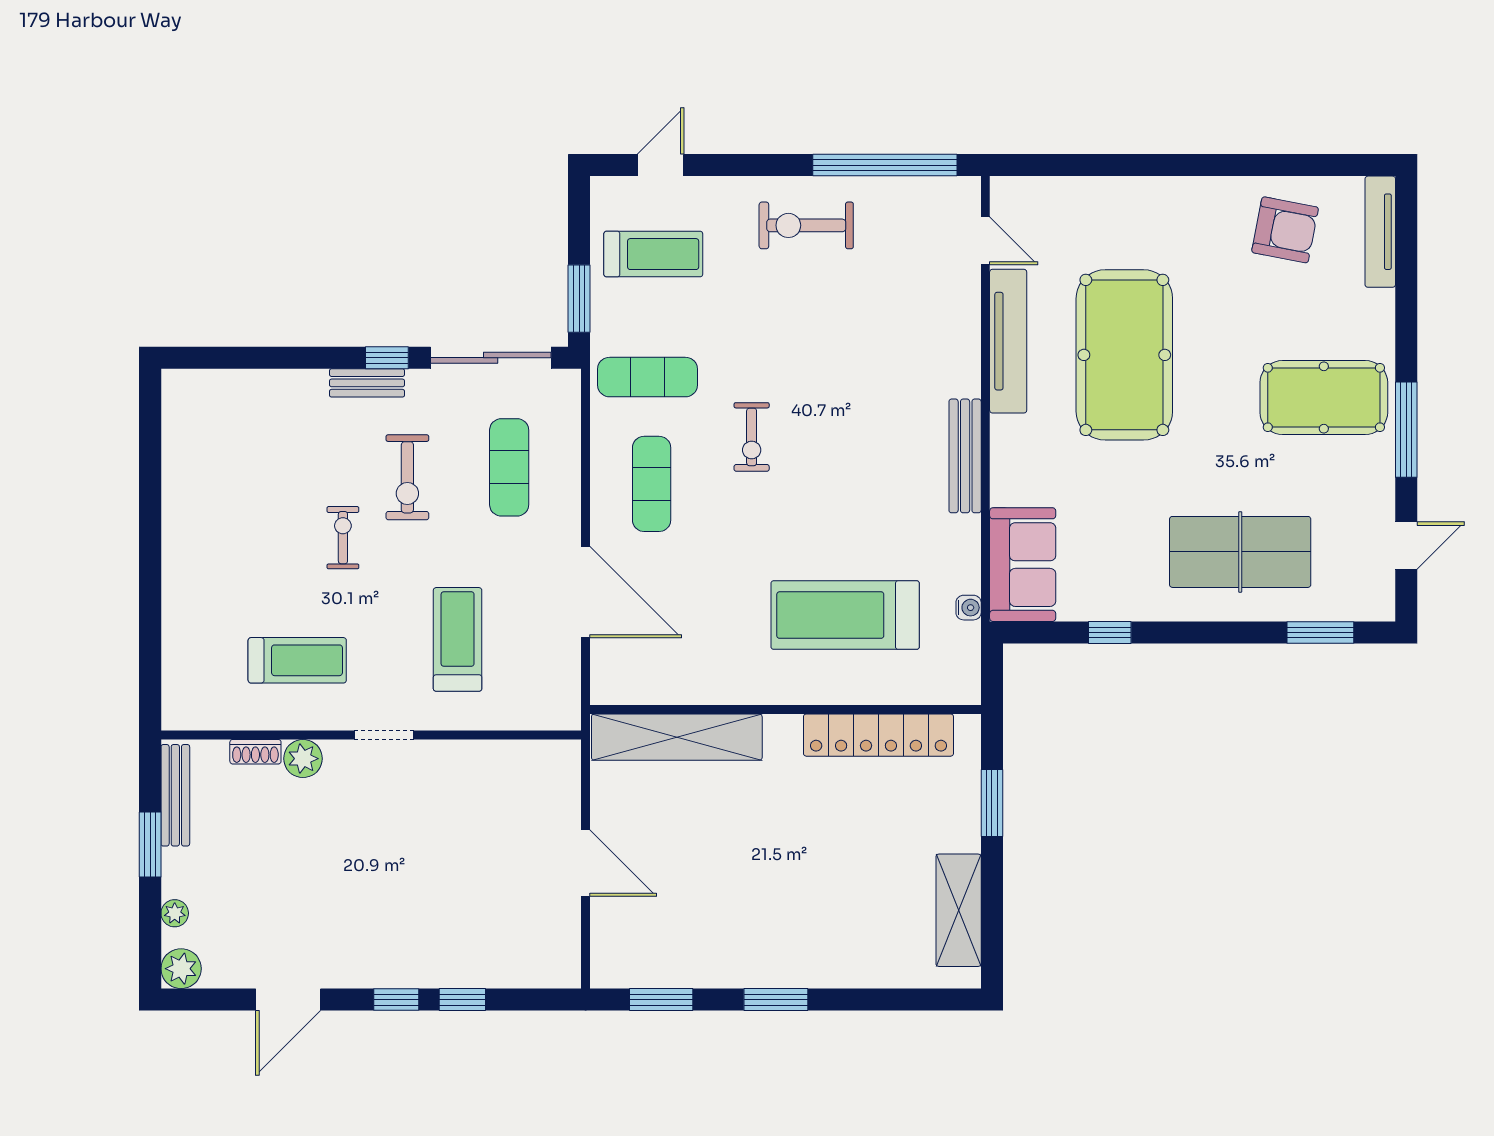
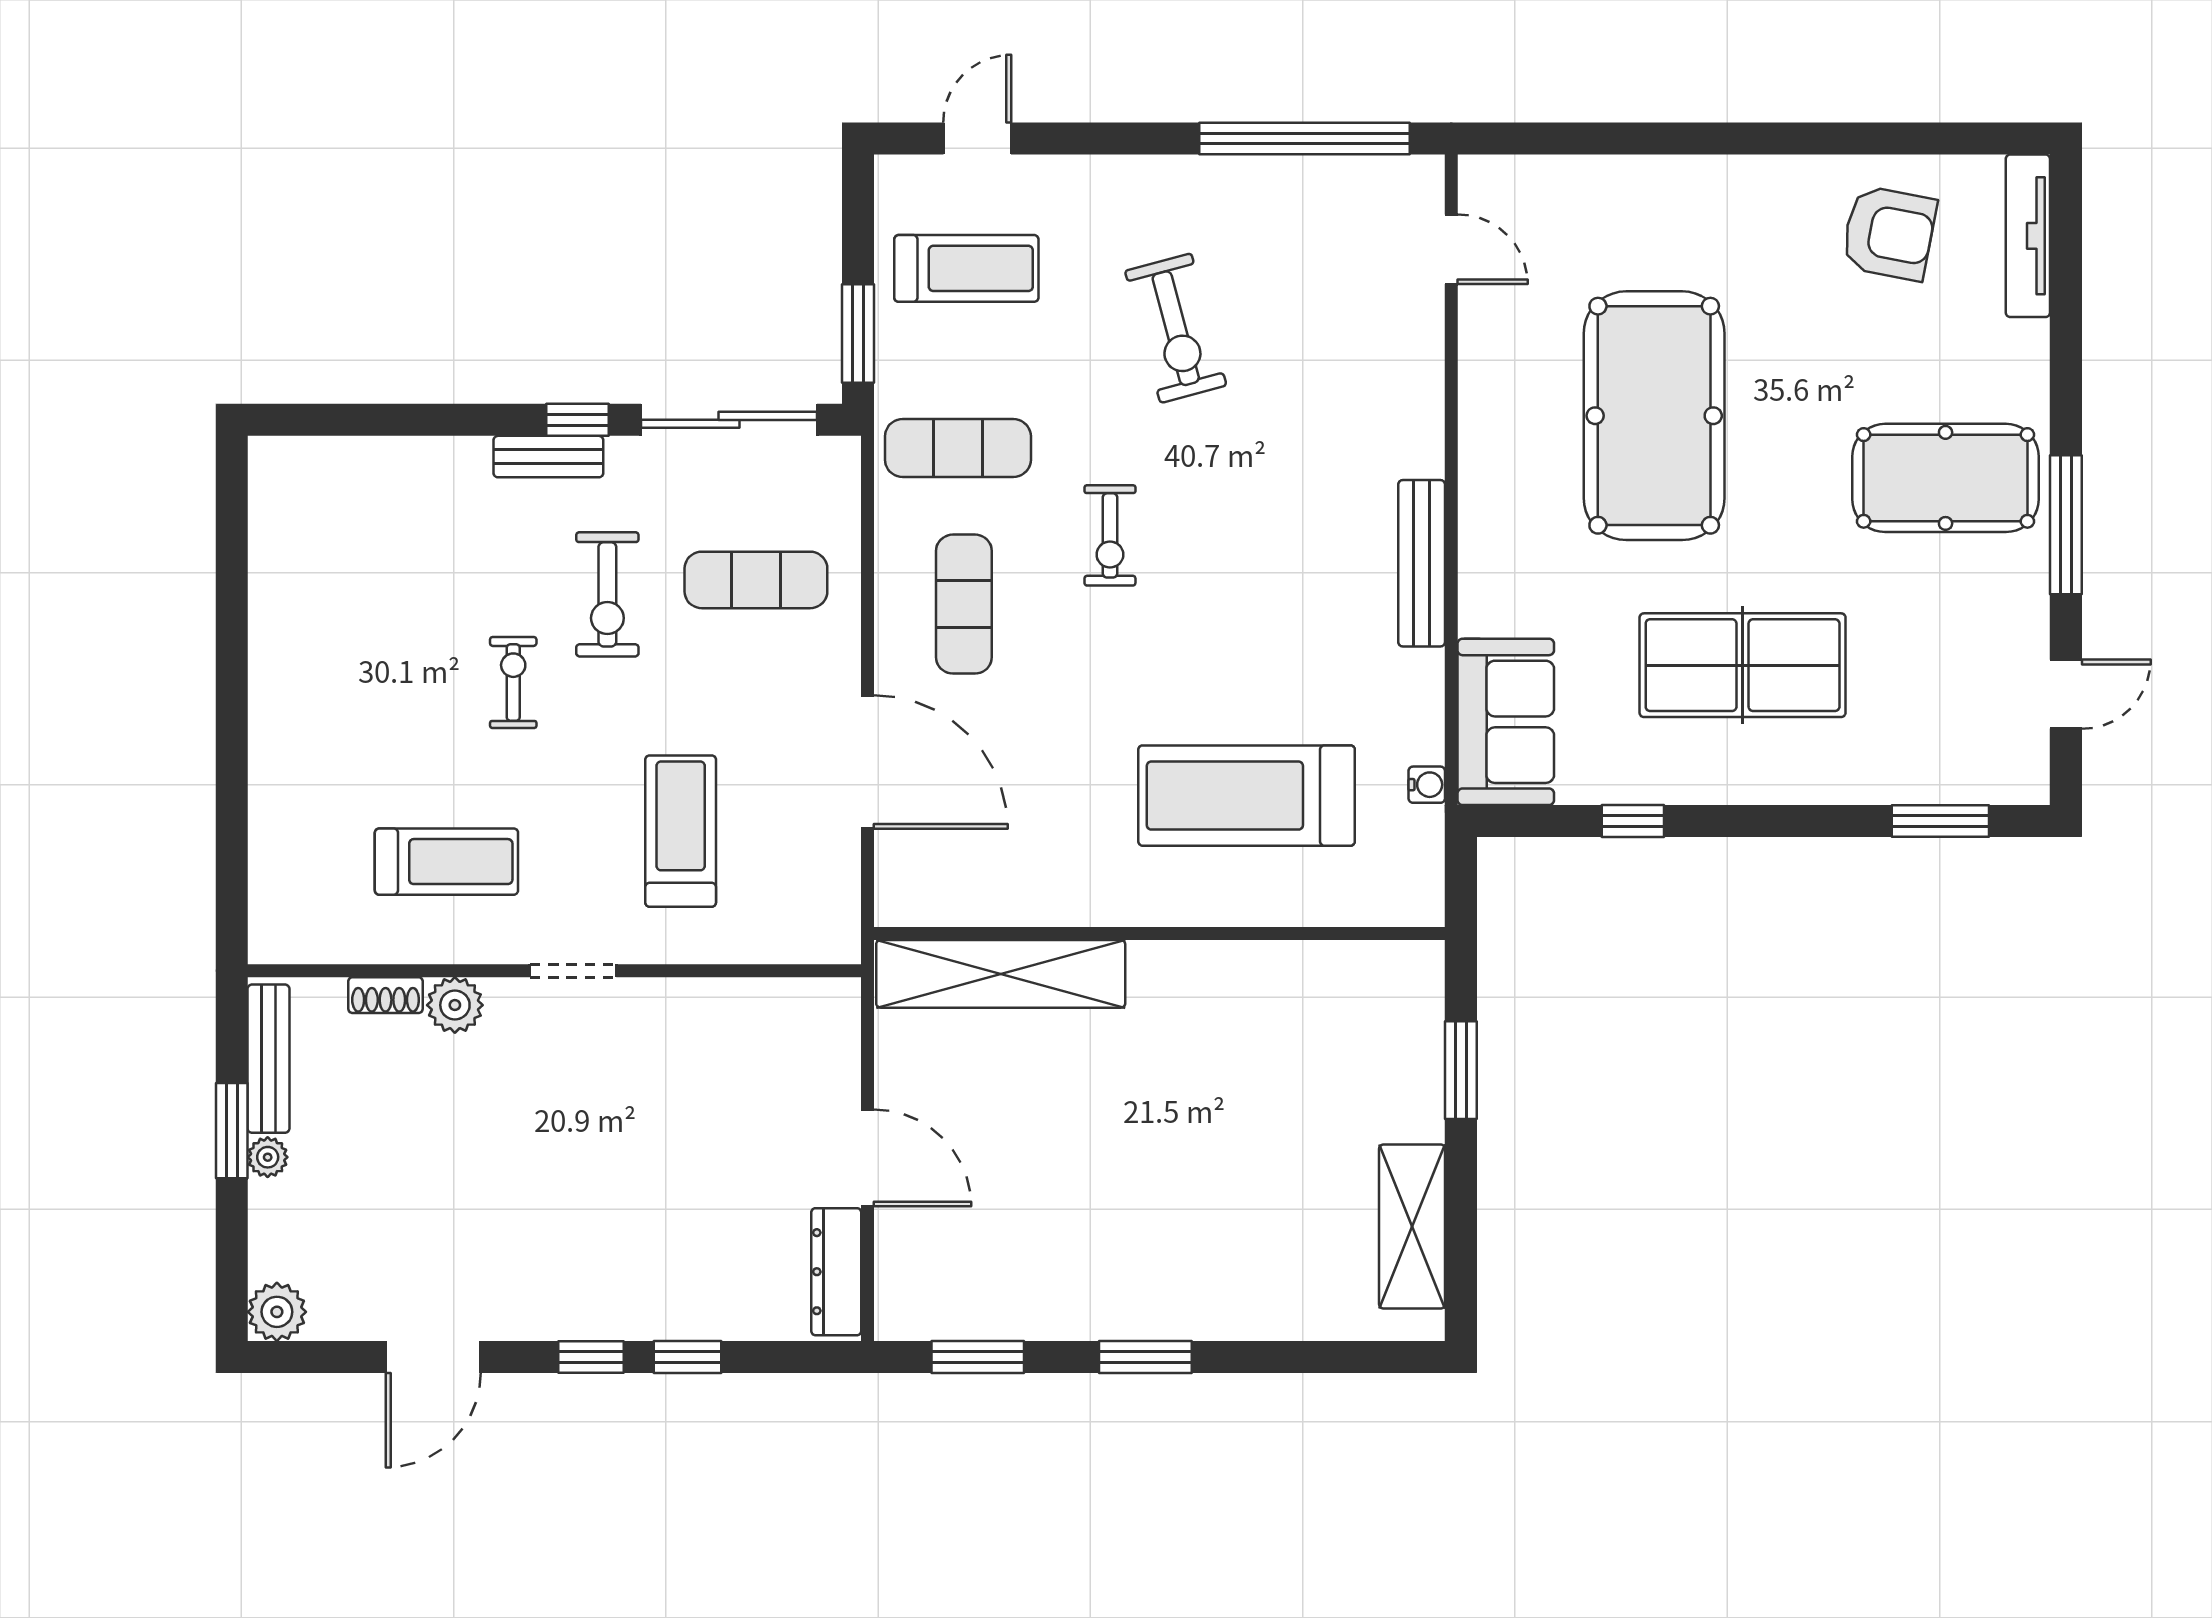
exercise bike: (806, 225) -> (1176, 328), moved, turned -105
tv unit: (1008, 341) -> (1485, 396), removed
exercise mat: (509, 467) -> (756, 580), turned 90
table tennis table: (1240, 552) -> (1743, 665), moved
locker: (878, 735) -> (1295, 971), removed
plant: (175, 913) -> (268, 1157), moved
dresser: (564, 941) -> (836, 1272), added

